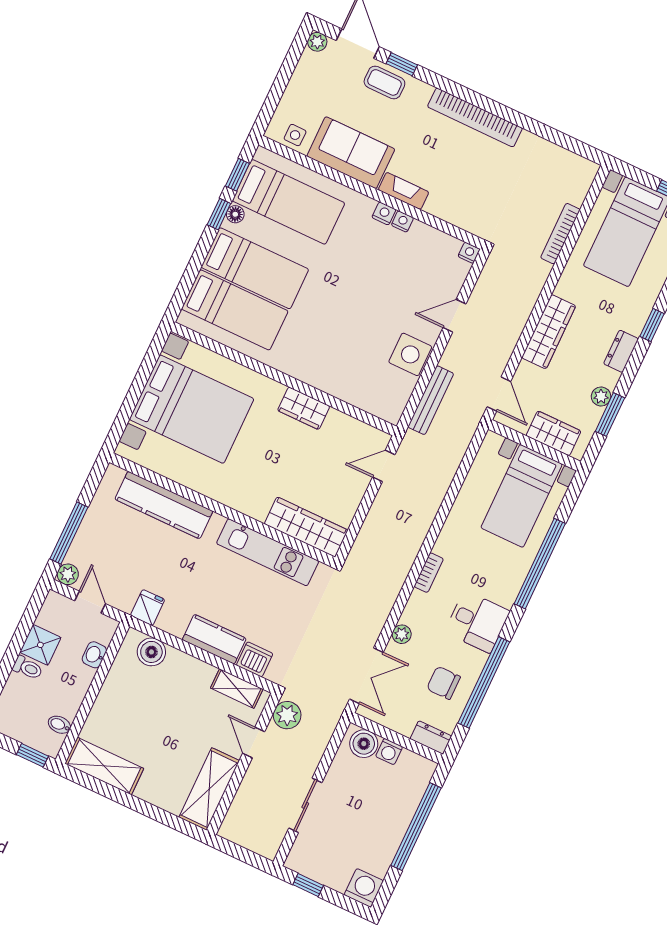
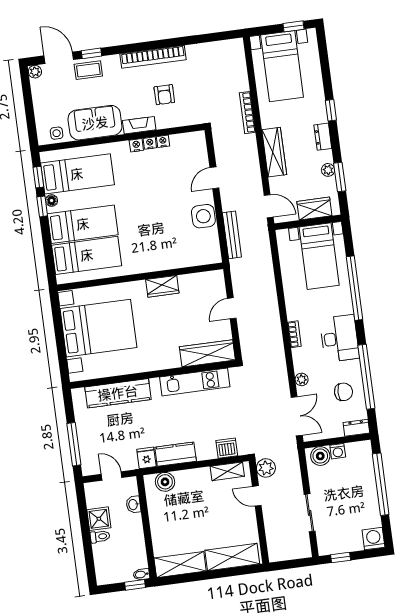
armchair: (459, 173) -> (164, 95), added
bookcase: (560, 234) -> (247, 113), moved
nightstand: (469, 253) -> (163, 141), moved
door: (384, 466) -> (232, 308), moved
plant: (68, 574) -> (88, 468), removed
desk: (477, 622) -> (339, 338), width x1.37
kitchen counter: (214, 639) -> (176, 454), moved
chair: (444, 683) -> (343, 392), turned 180
bidet: (59, 725) -> (141, 574), moved
shelving: (209, 789) -> (232, 557), moved, turned 90

